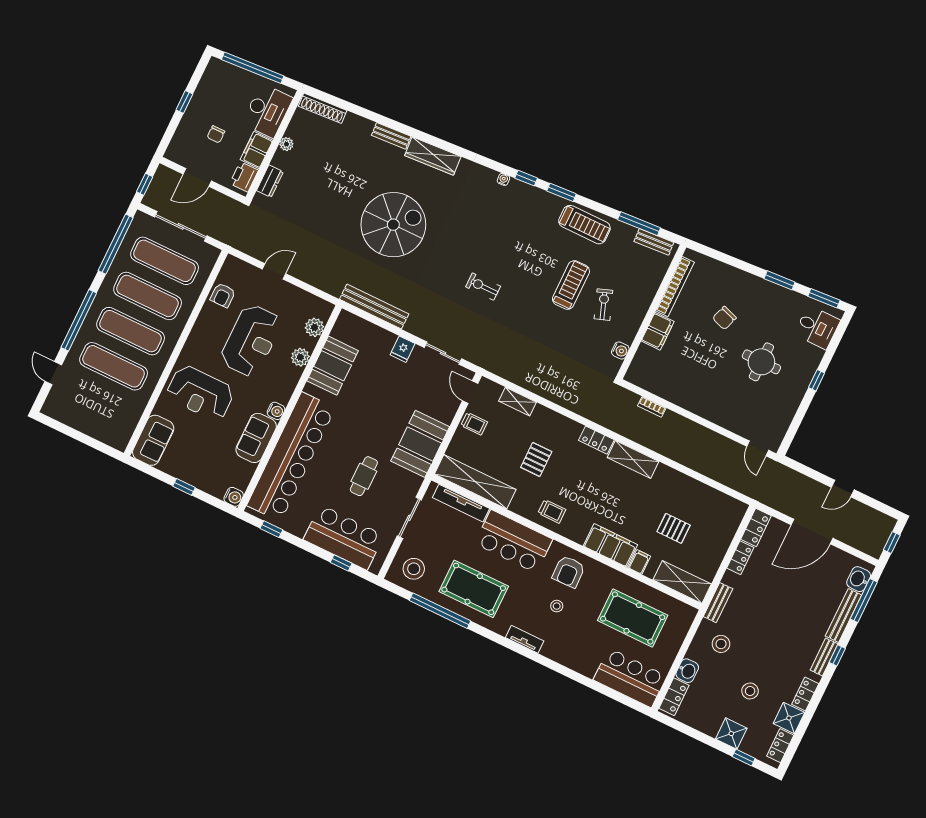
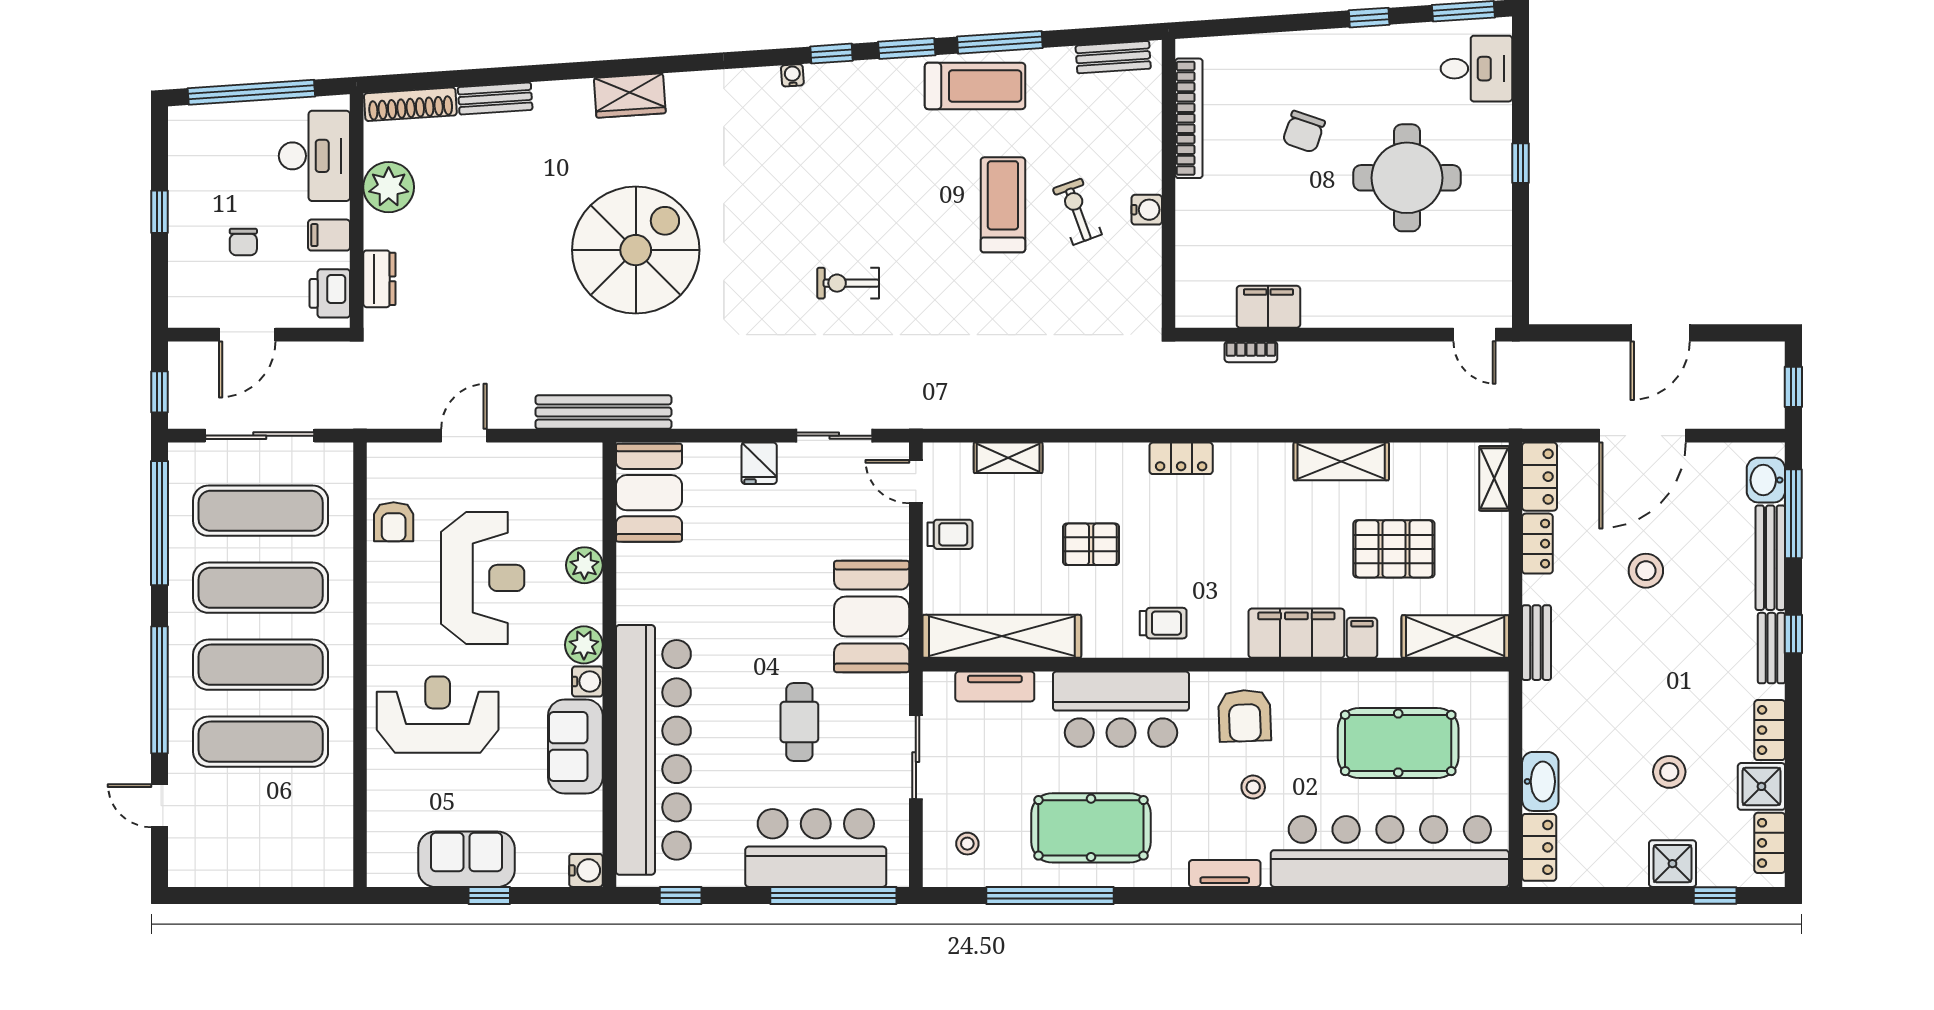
bench: (391, 136) -> (495, 98), moved
plant: (286, 144) -> (389, 187), width x1.87, depth x1.87
filing cabinet: (257, 150) -> (329, 235), width x0.50
wardrobe: (433, 156) -> (630, 96), width x0.67
window: (639, 224) -> (1000, 42), moved
window: (780, 280) -> (1369, 18), width x0.67
bench: (374, 307) -> (603, 412), moved
plant: (314, 327) -> (584, 645), moved
filing cabinet: (658, 331) -> (1268, 307), moved, turned -90
water cooler: (620, 350) -> (1147, 210), moved
round table: (761, 362) -> (1407, 178), width x1.36, depth x1.36
booth: (333, 366) -> (649, 493), moved
reception desk: (200, 393) -> (438, 715), turned 180
sofa: (153, 440) -> (466, 859), moved, turned -90
pallet: (536, 459) -> (1091, 544), turned 90
shelving: (633, 460) -> (1341, 461), moved
door: (843, 489) -> (1660, 333), width x1.38
tv unit: (461, 503) -> (995, 686), width x0.71
shelving: (735, 518) -> (1494, 478), added
pallet: (674, 528) -> (1394, 549), width x1.50, depth x1.42
window: (341, 563) -> (833, 895), width x3.17
stool: (414, 569) -> (967, 844), width x0.53, depth x0.53
stool: (721, 644) -> (1646, 571), moved
washbasin: (687, 671) -> (1540, 781), width x1.38
bar counter: (630, 678) -> (1390, 851), width x1.86

